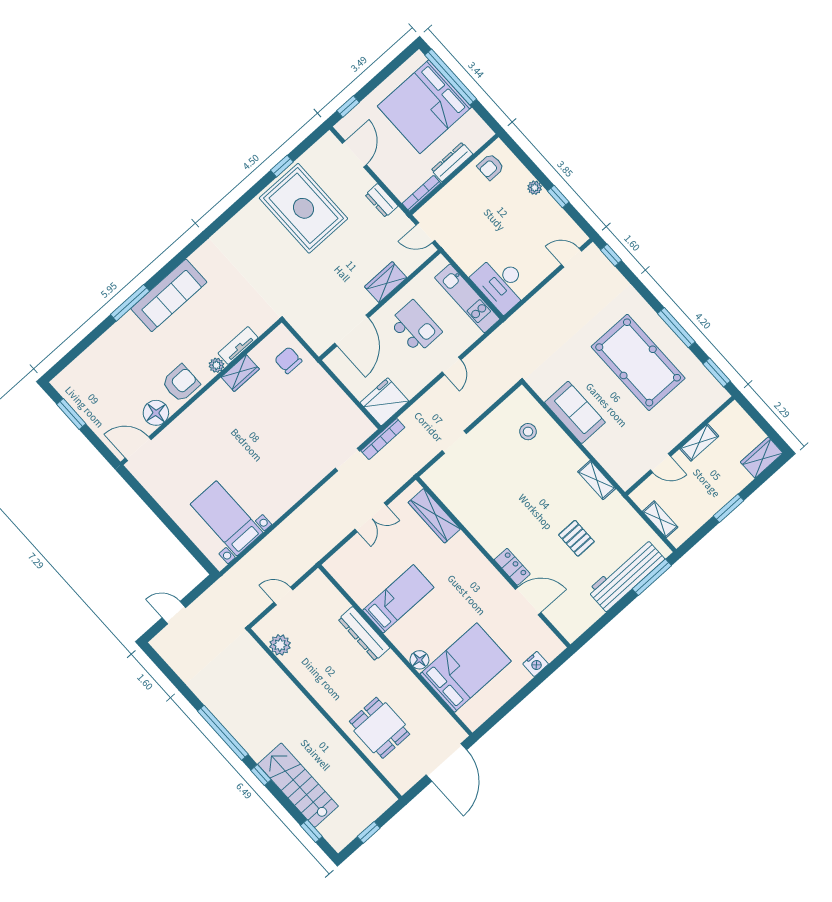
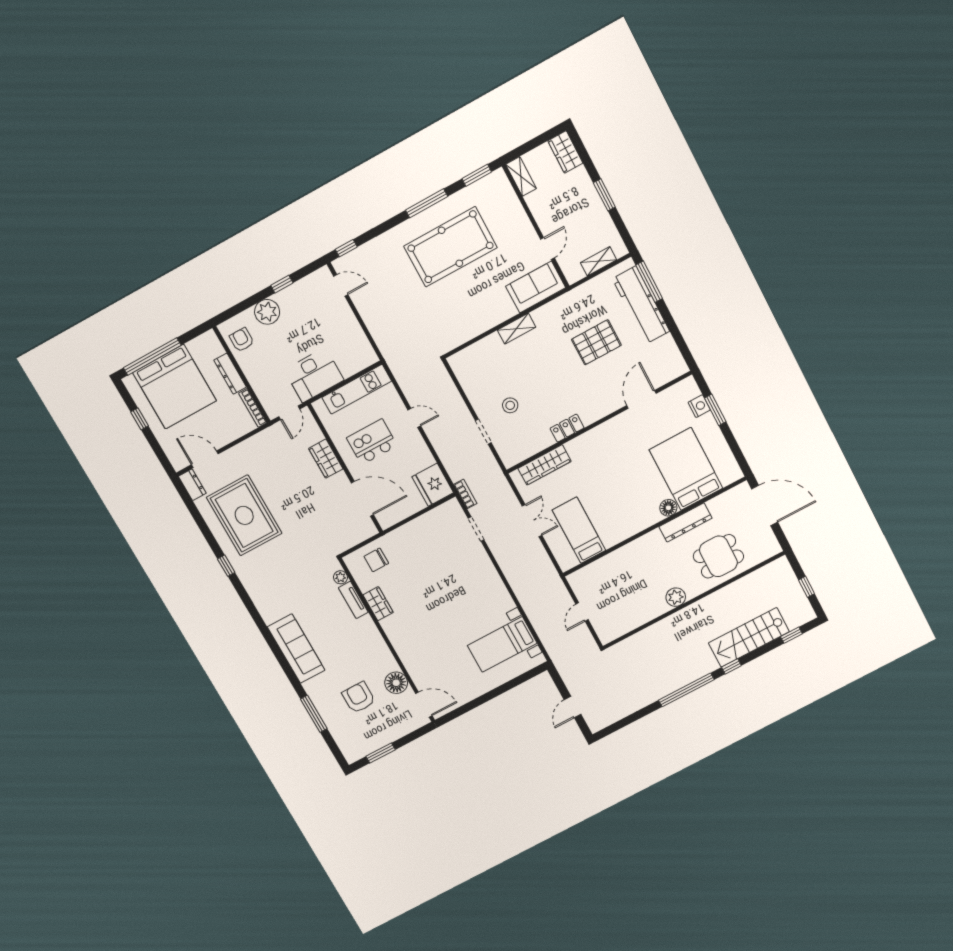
window: (348, 107) -> (139, 419), moved
window: (282, 166) -> (226, 566), moved
armchair: (491, 167) -> (242, 340), turned 180
plant: (535, 188) -> (267, 312), width x1.88, depth x1.88
dresser: (382, 200) -> (192, 485), moved, turned -90
rug: (303, 208) -> (244, 515), turned 90
door: (572, 258) -> (341, 285), swing flipped
desk: (501, 283) -> (314, 375), moved
window: (130, 303) -> (314, 714), moved
plant: (216, 365) -> (341, 577), moved
armchair: (181, 383) -> (359, 697), moved
sofa: (575, 412) -> (536, 287), moved
stool: (528, 432) -> (510, 405), moved
bookcase: (383, 439) -> (465, 494), width x0.64
shelving: (699, 442) -> (521, 176), moved
door: (138, 449) -> (424, 705), swing flipped
shelving: (597, 480) -> (517, 329), moved
pallet: (576, 538) -> (596, 342), width x1.50, depth x1.42
locker: (512, 567) -> (567, 428), moved
bed: (398, 599) -> (579, 530), moved
dresser: (364, 634) -> (685, 522), moved
plant: (280, 645) -> (676, 597), moved
window: (536, 682) -> (715, 410), added

